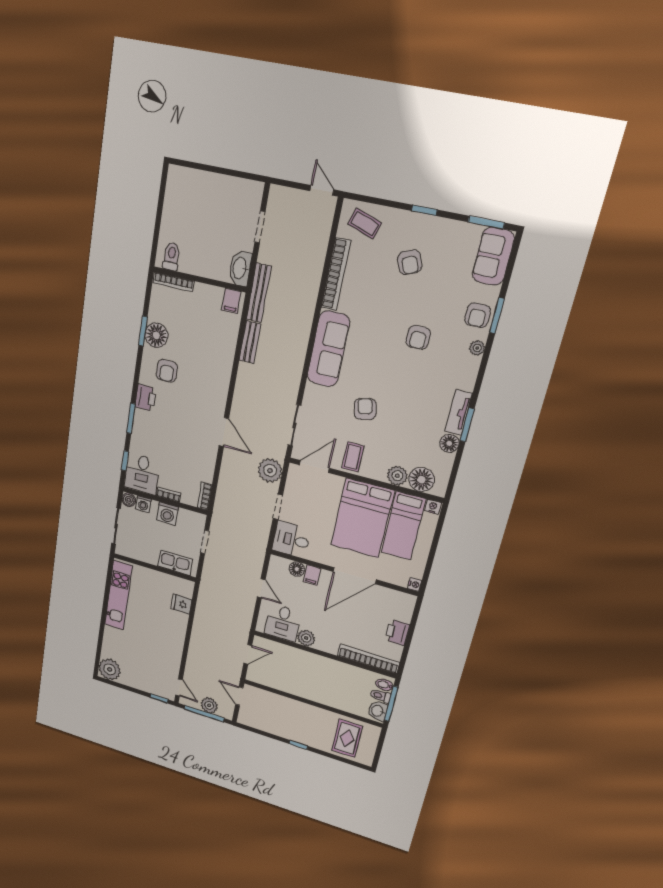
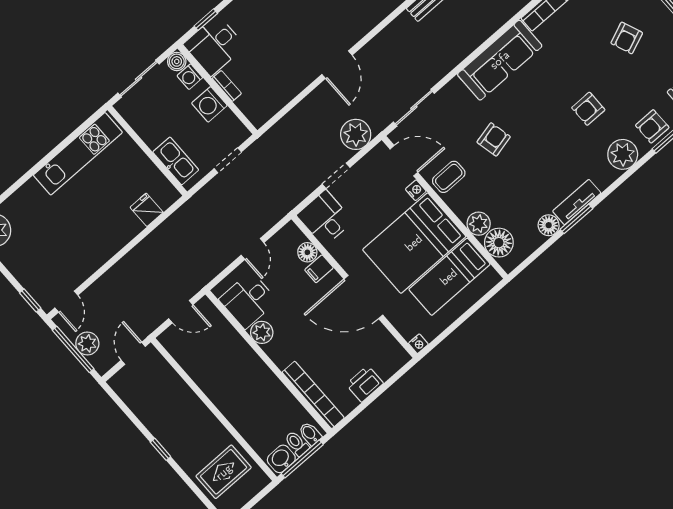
plant: (477, 348) -> (623, 154), width x1.88, depth x1.88
bookcase: (205, 496) -> (266, 114), removed
nightstand: (433, 507) -> (416, 190), moved

